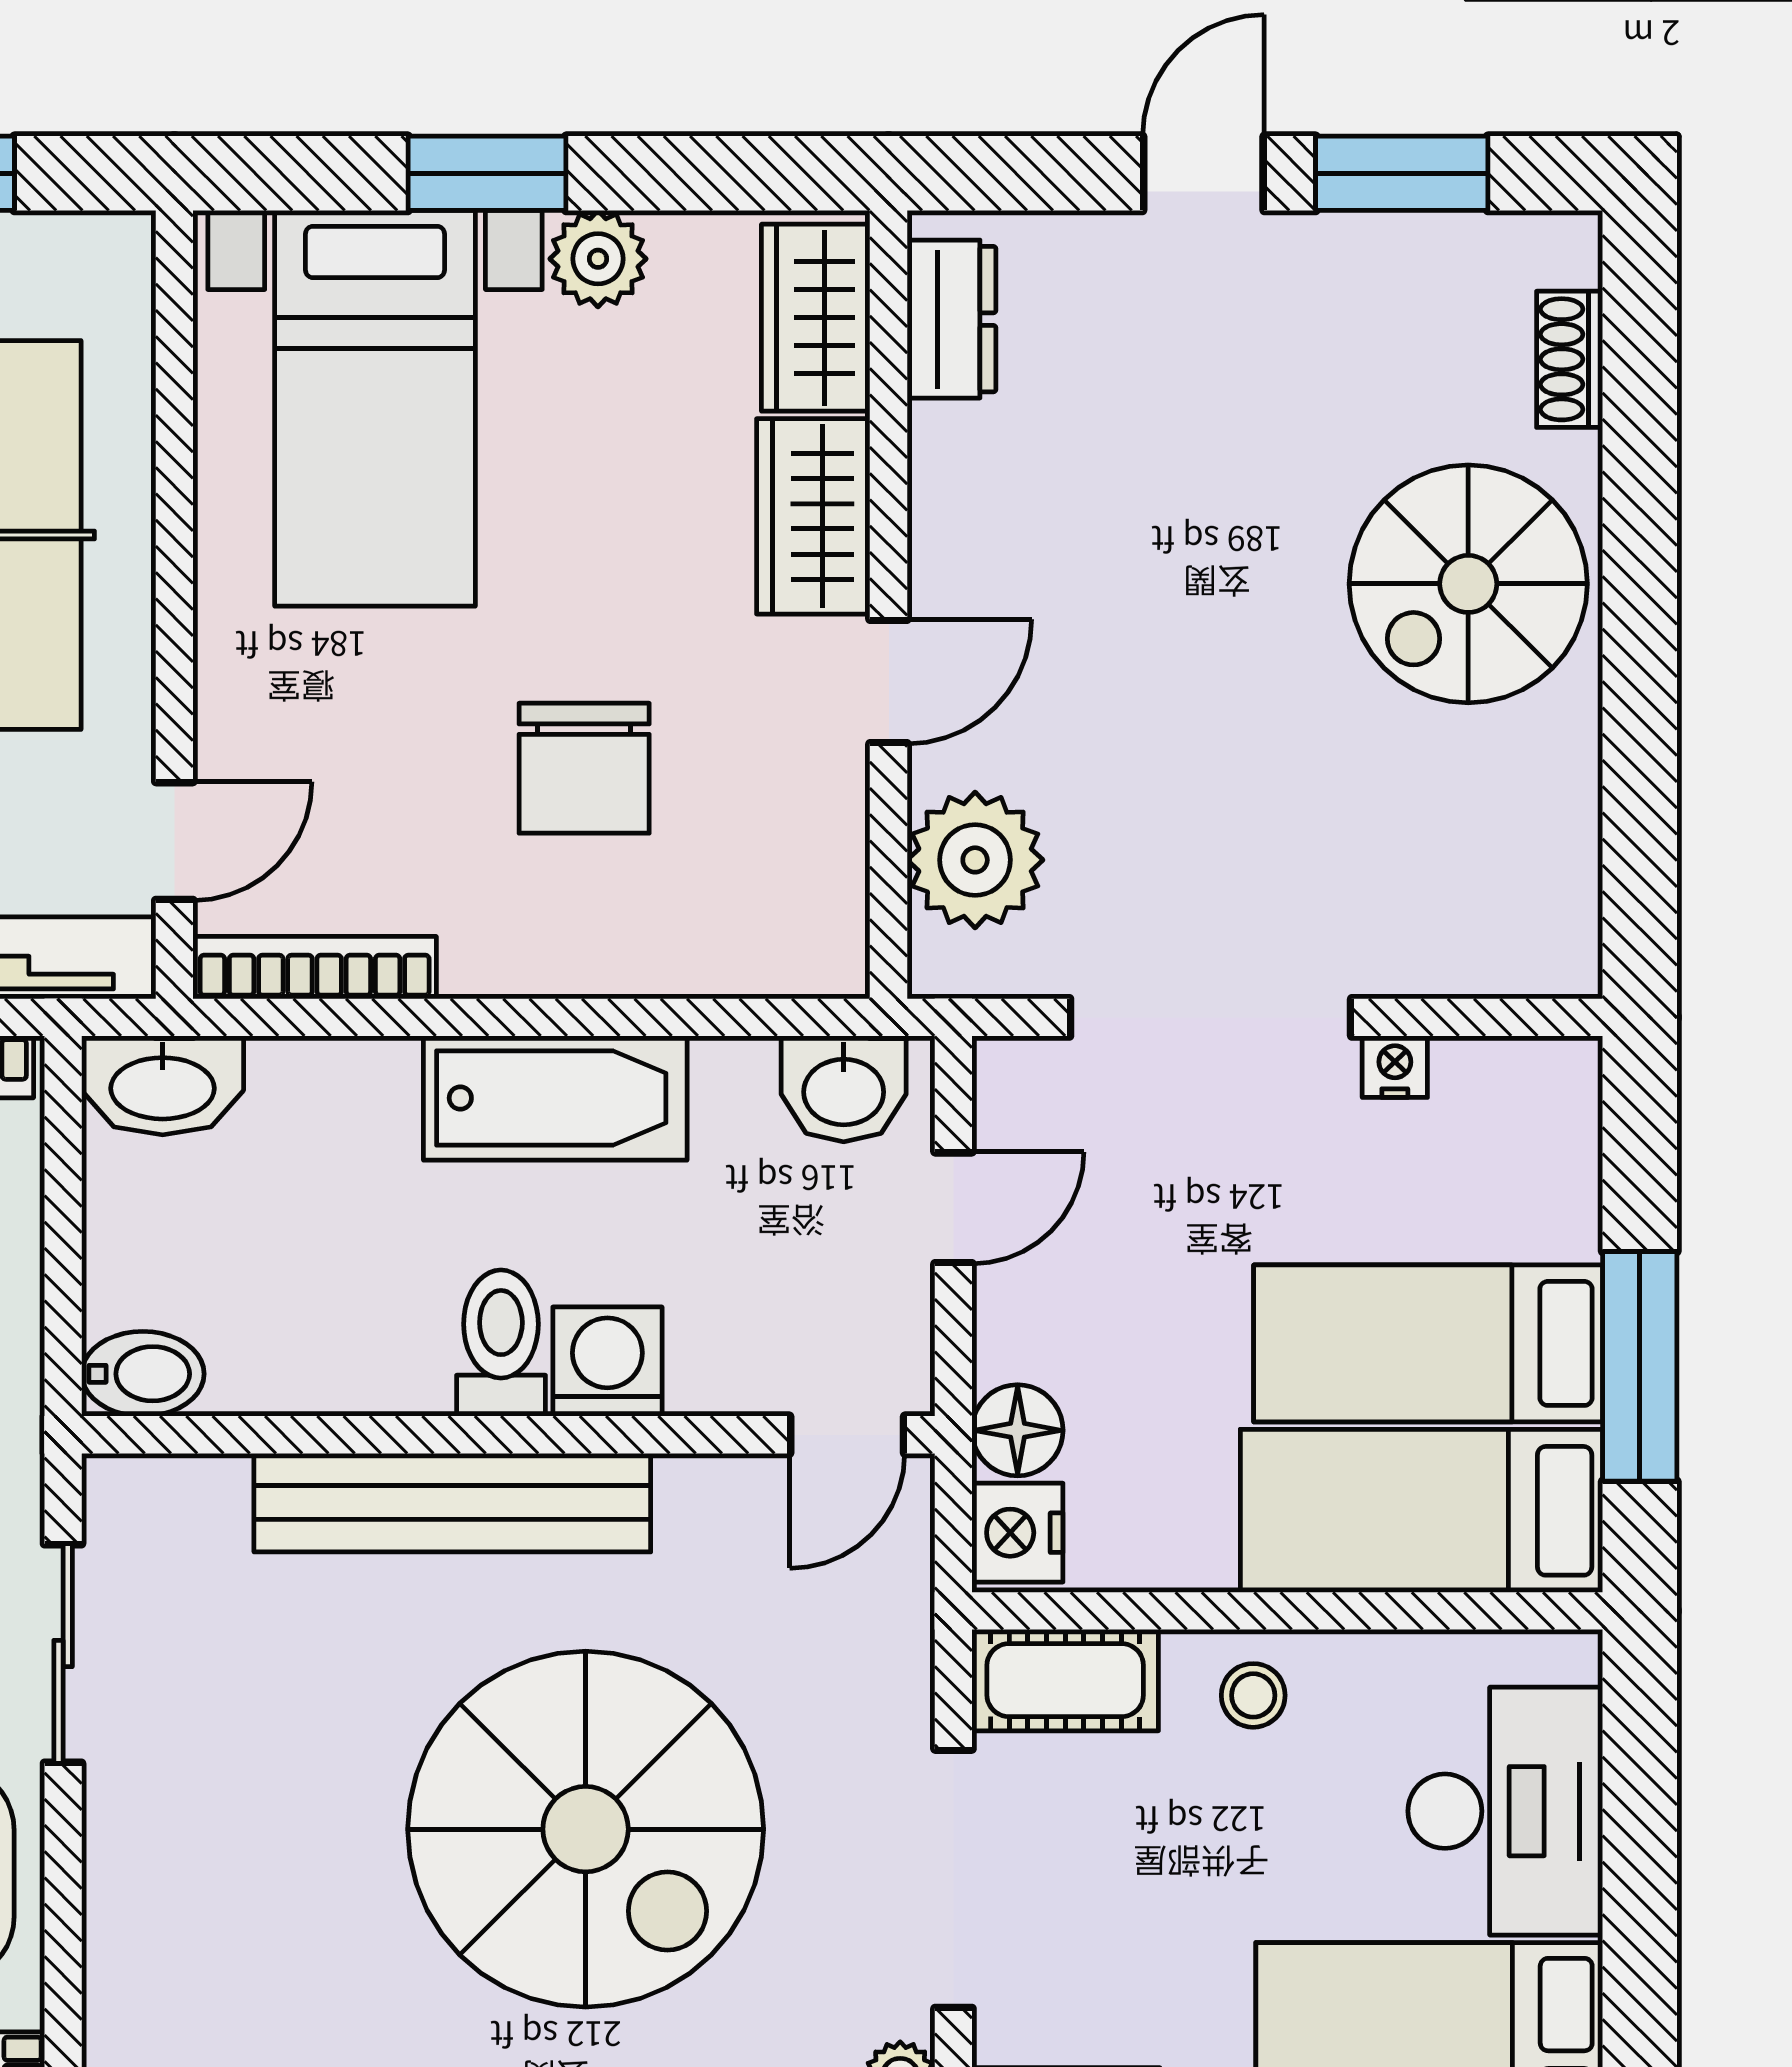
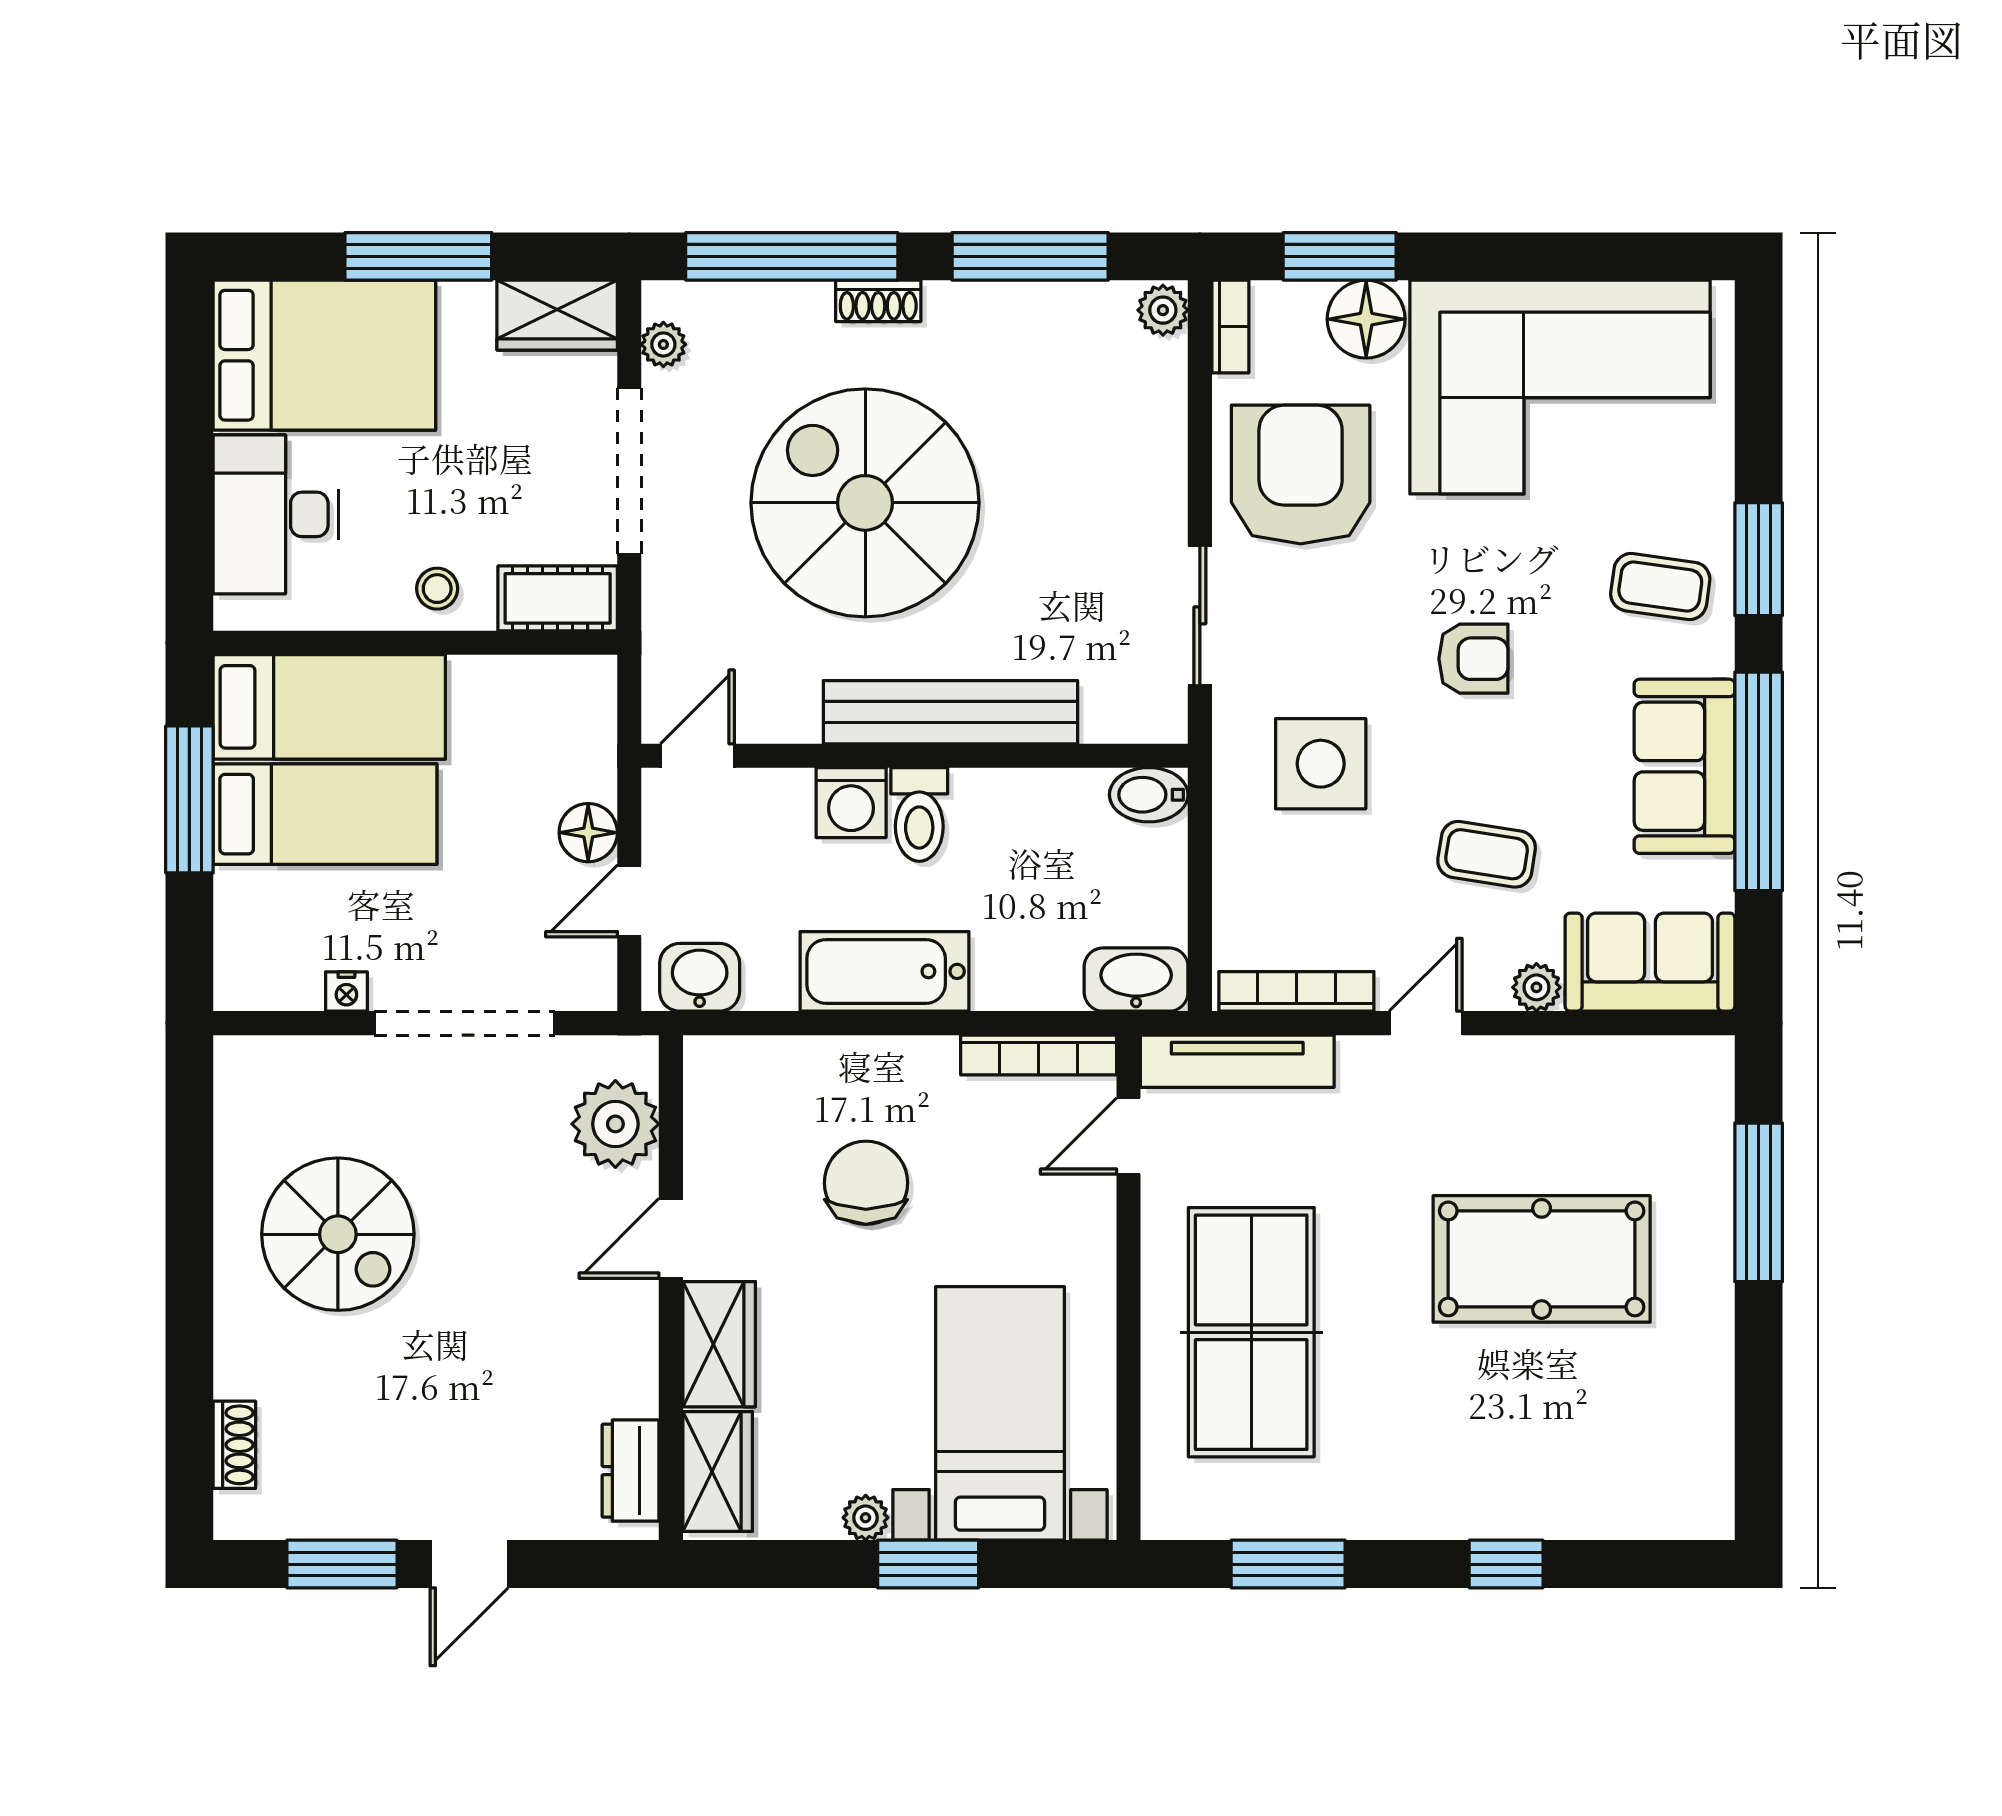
plant: (598, 259) -> (866, 1518), width x0.73, depth x0.73
spiral stairs: (1468, 584) -> (338, 1234), moved, turned 90
floor lamp: (1018, 1430) -> (588, 833), moved
nightstand: (1017, 1533) -> (588, 693), removed

